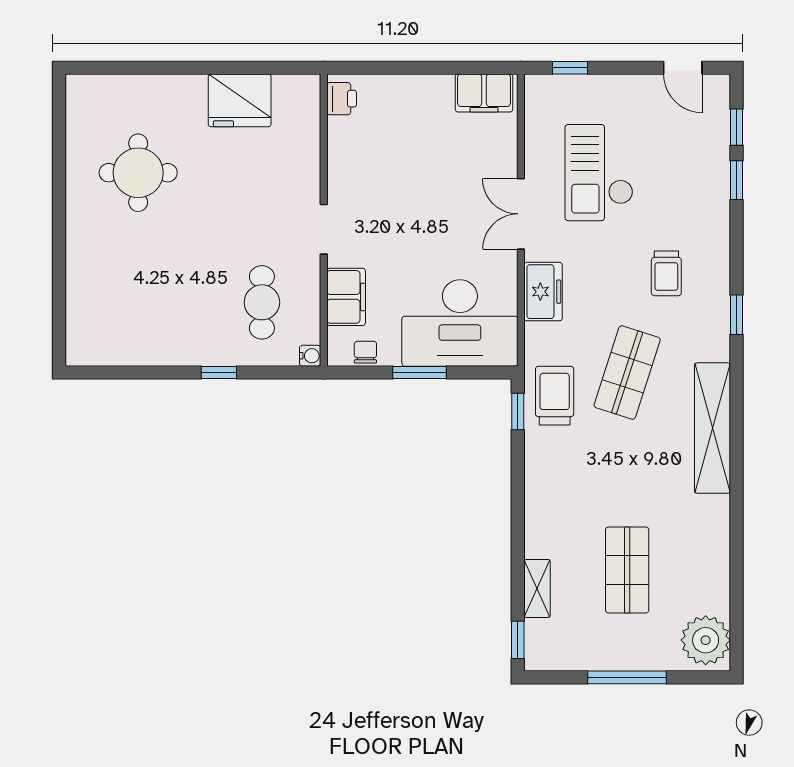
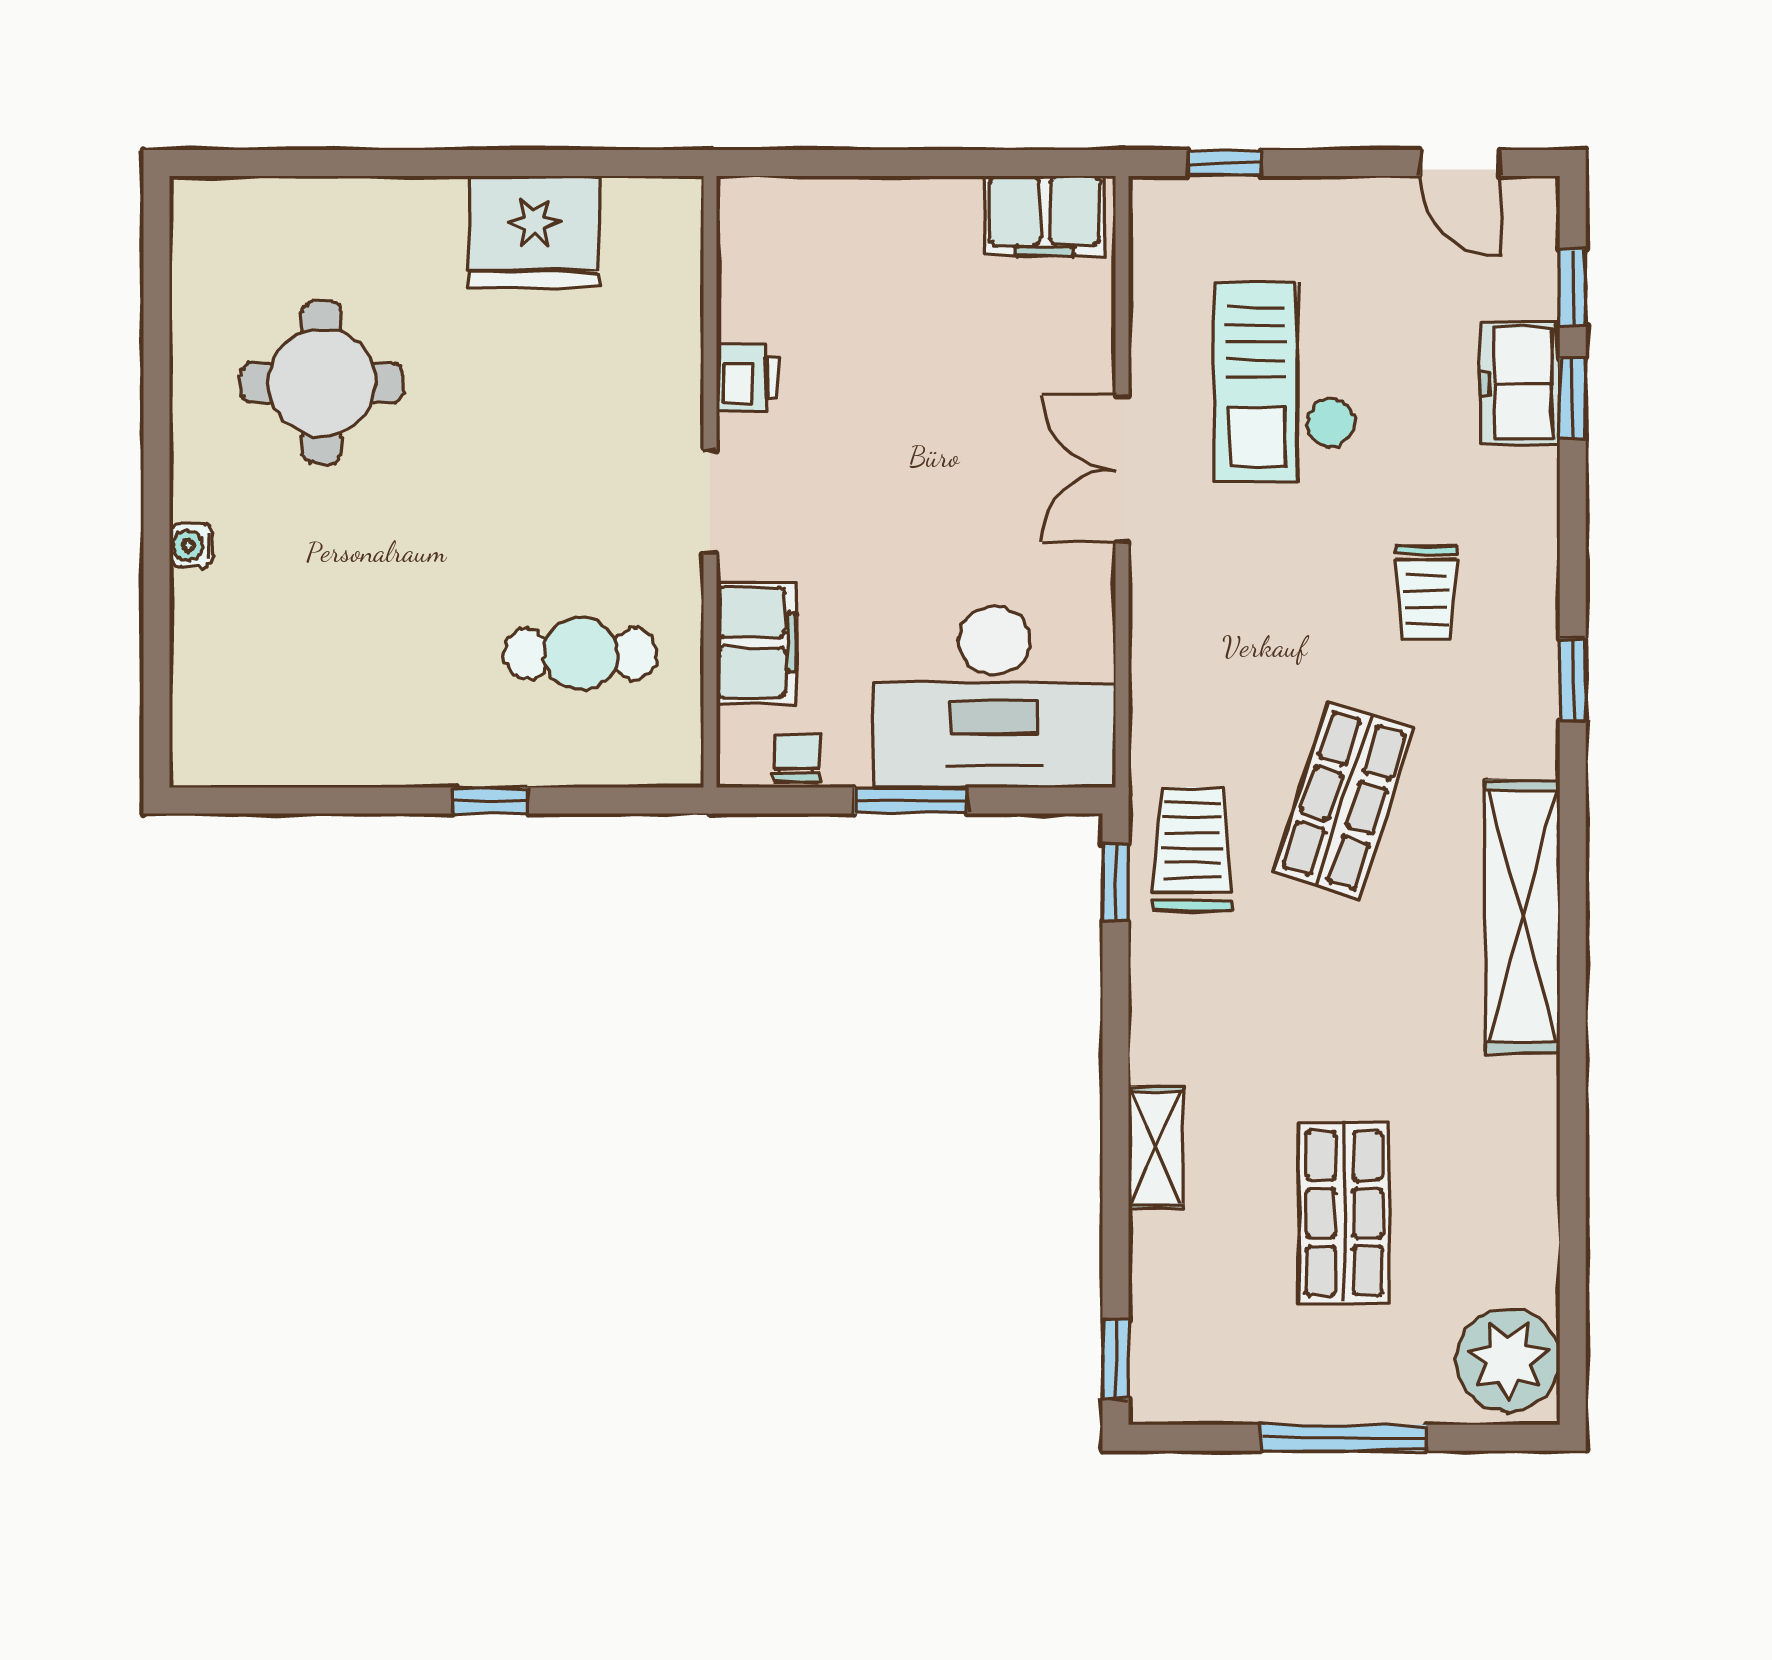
printer: (342, 99) -> (747, 377), moved
freezer: (543, 292) -> (1520, 383), moved, turned 180
cafe table: (262, 302) -> (581, 654), turned 90
water cooler: (310, 356) -> (191, 546), moved, turned 180
shelving: (537, 588) -> (1156, 1148), moved

